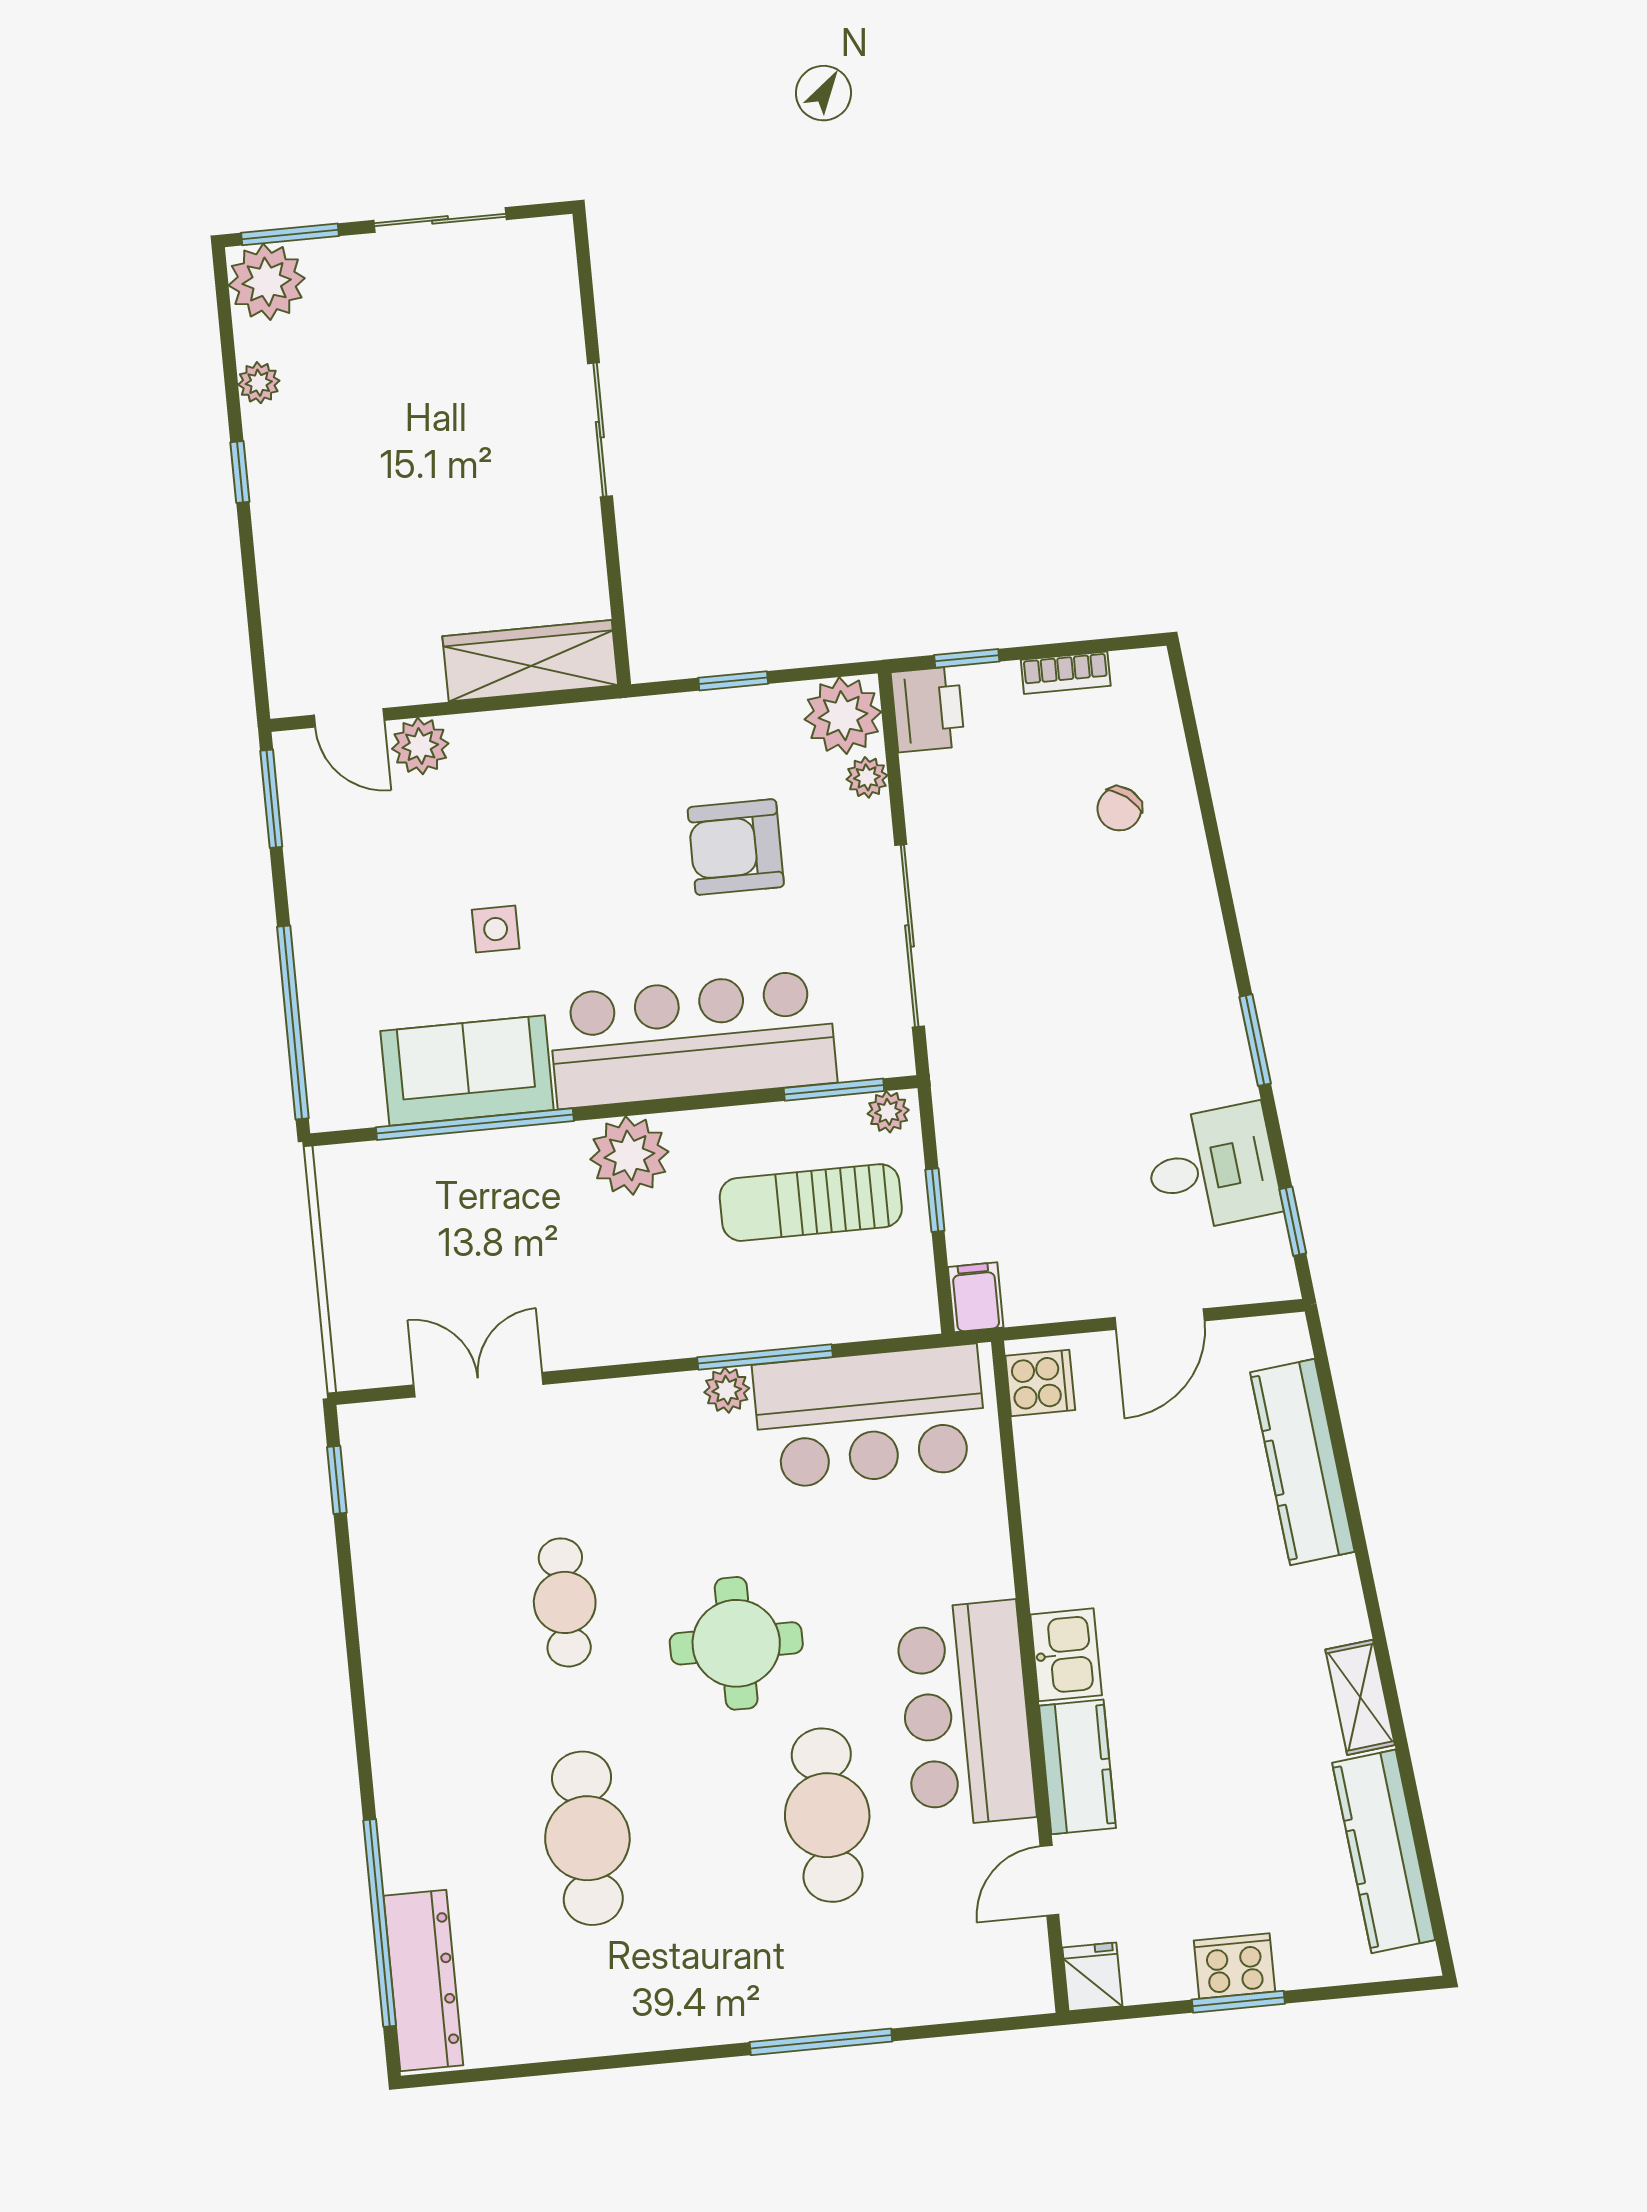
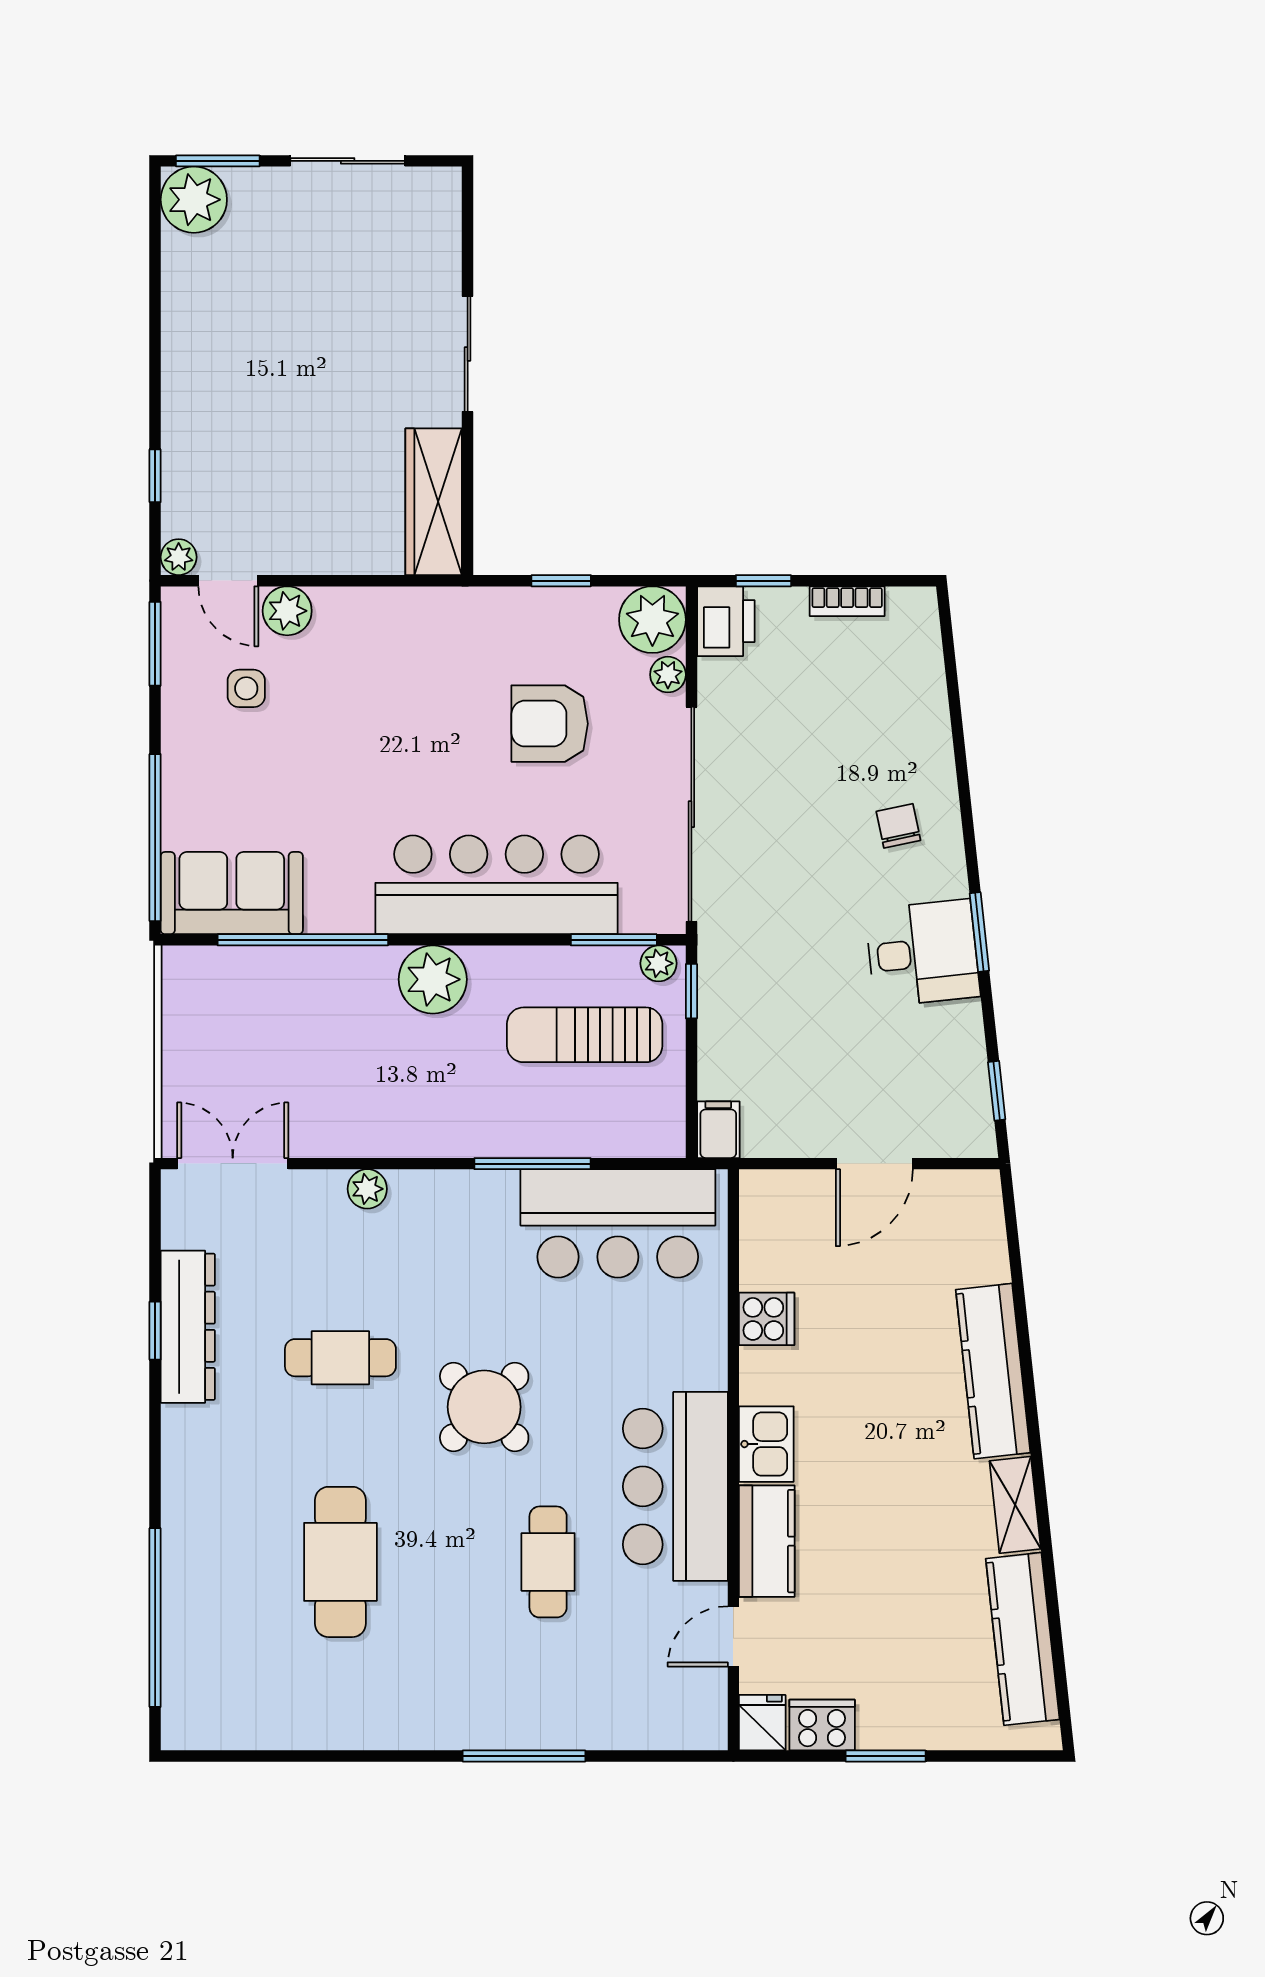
plant: (259, 383) -> (179, 557), moved
window: (240, 472) -> (155, 476), moved
wardrobe: (530, 661) -> (434, 502), moved, turned -90
chair: (1119, 809) -> (898, 826), moved, turned 130
side table: (496, 929) -> (246, 688), moved
sliding door: (910, 936) -> (691, 814), width x1.36
sofa: (467, 1070) -> (232, 893), moved
desk: (1212, 1168) -> (923, 953), moved
window: (935, 1200) -> (691, 991), moved
cooker: (1040, 1383) -> (767, 1319), moved
double door: (479, 1385) -> (233, 1164), moved
plant: (727, 1390) -> (367, 1189), moved
kitchen counter: (1302, 1462) -> (993, 1371), moved
window: (337, 1480) -> (155, 1331), moved
cafe table: (565, 1602) -> (340, 1358), turned 90
round table: (736, 1643) -> (484, 1407), turned 45
cafe table: (827, 1815) -> (548, 1562), width x0.73, depth x0.74
cooker: (1234, 1966) -> (822, 1725), moved
dresser: (423, 1980) -> (188, 1327), moved

